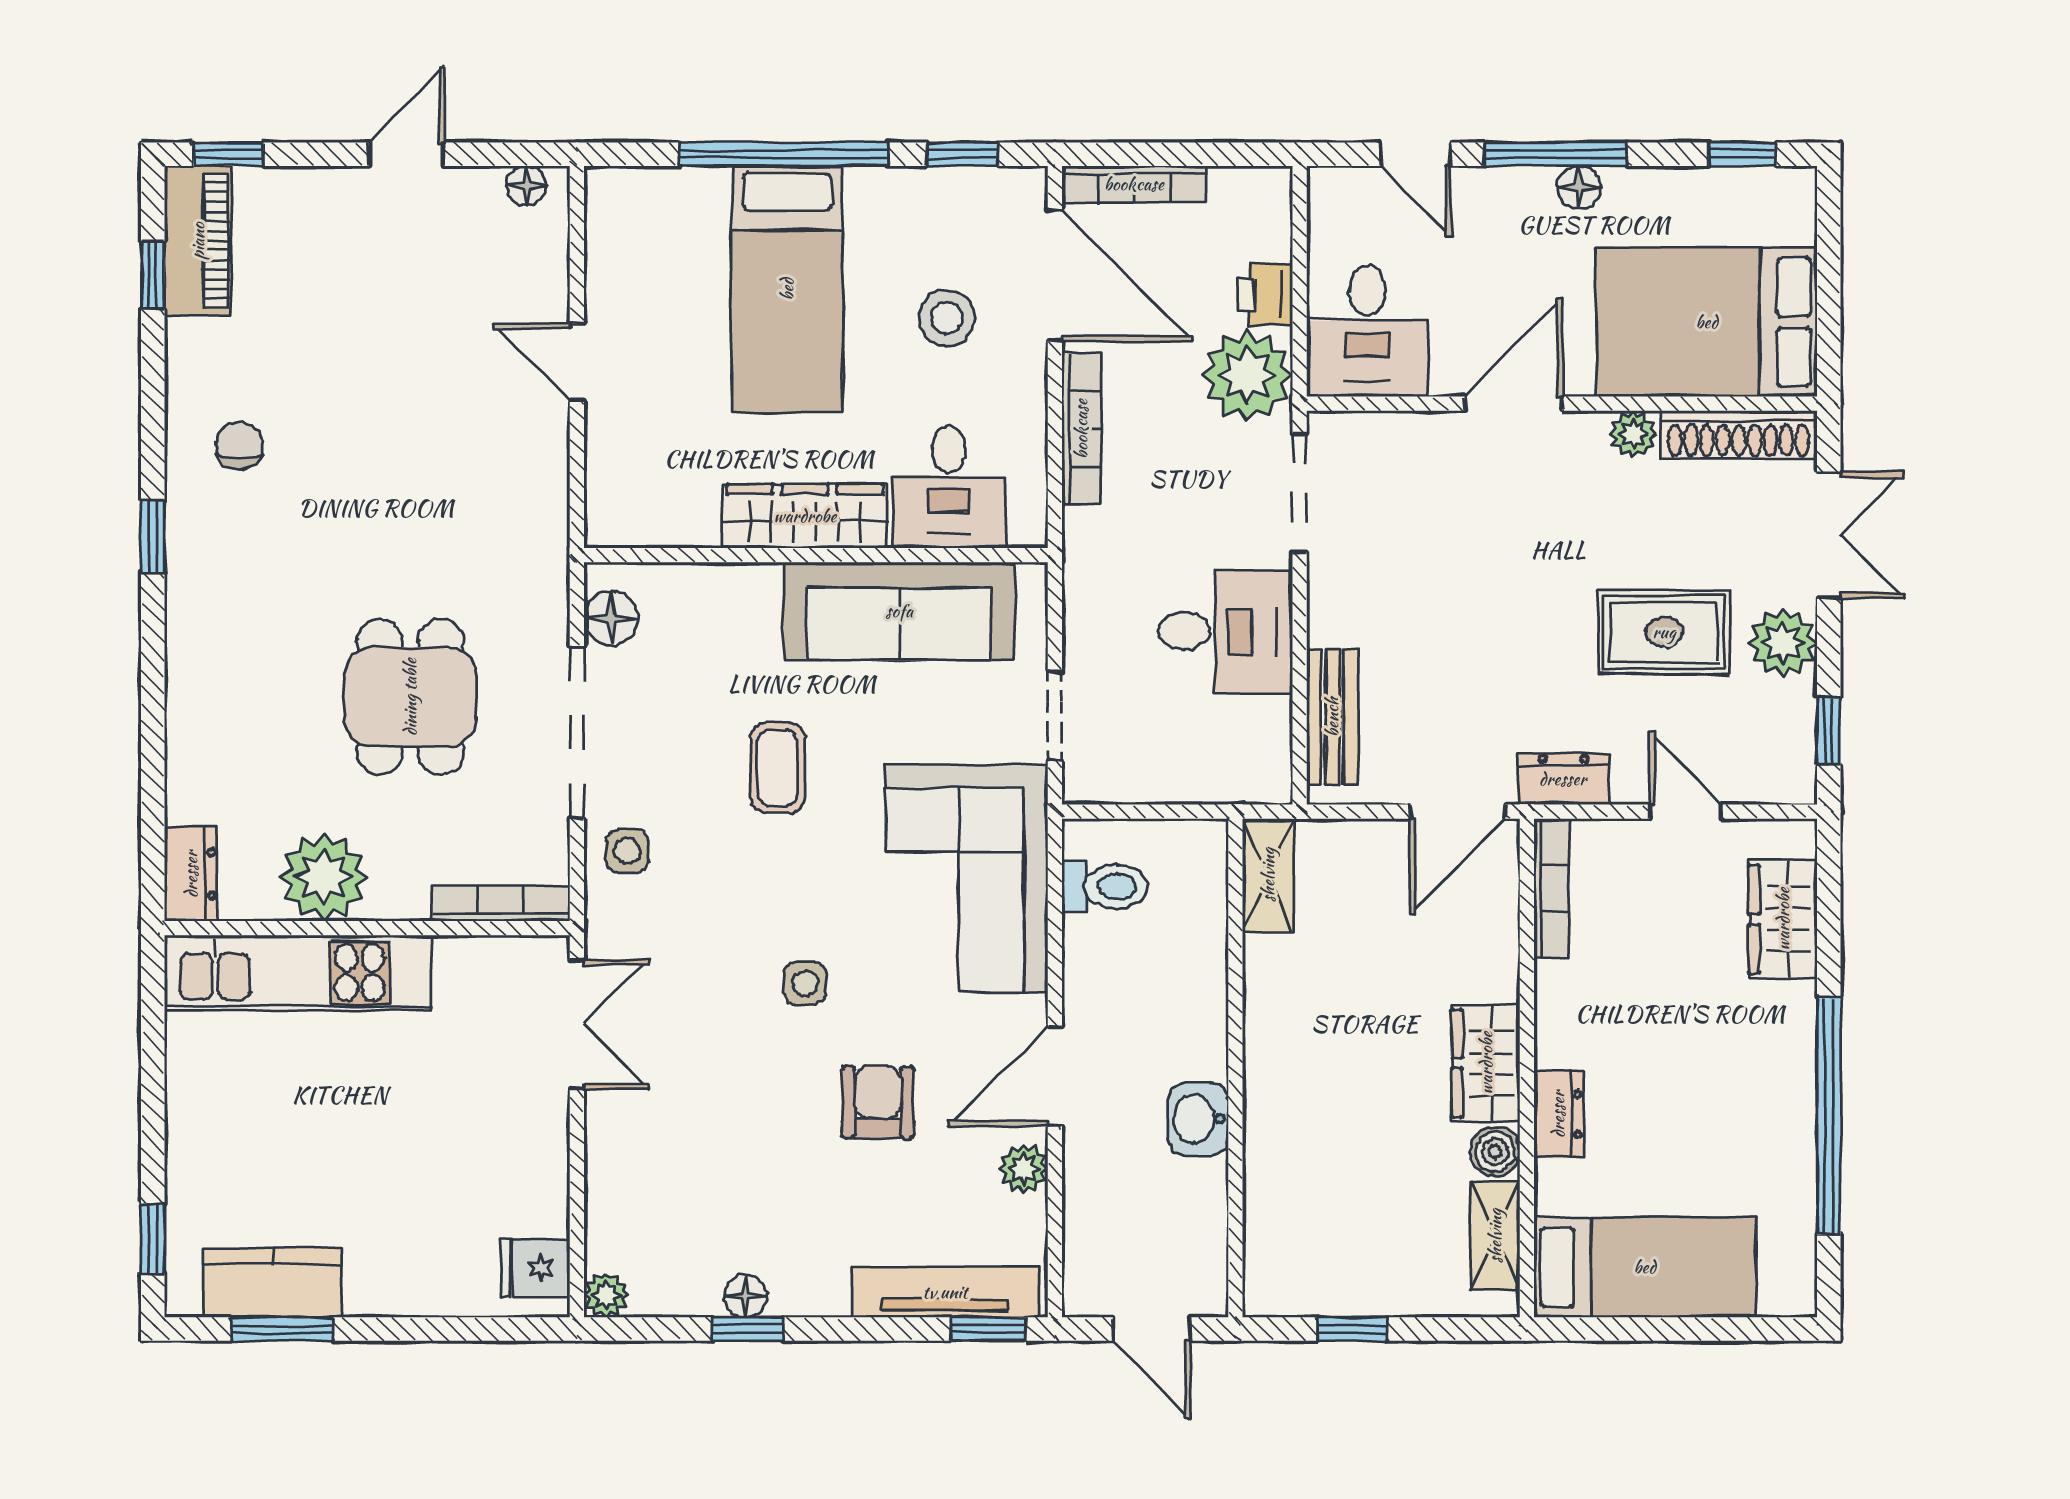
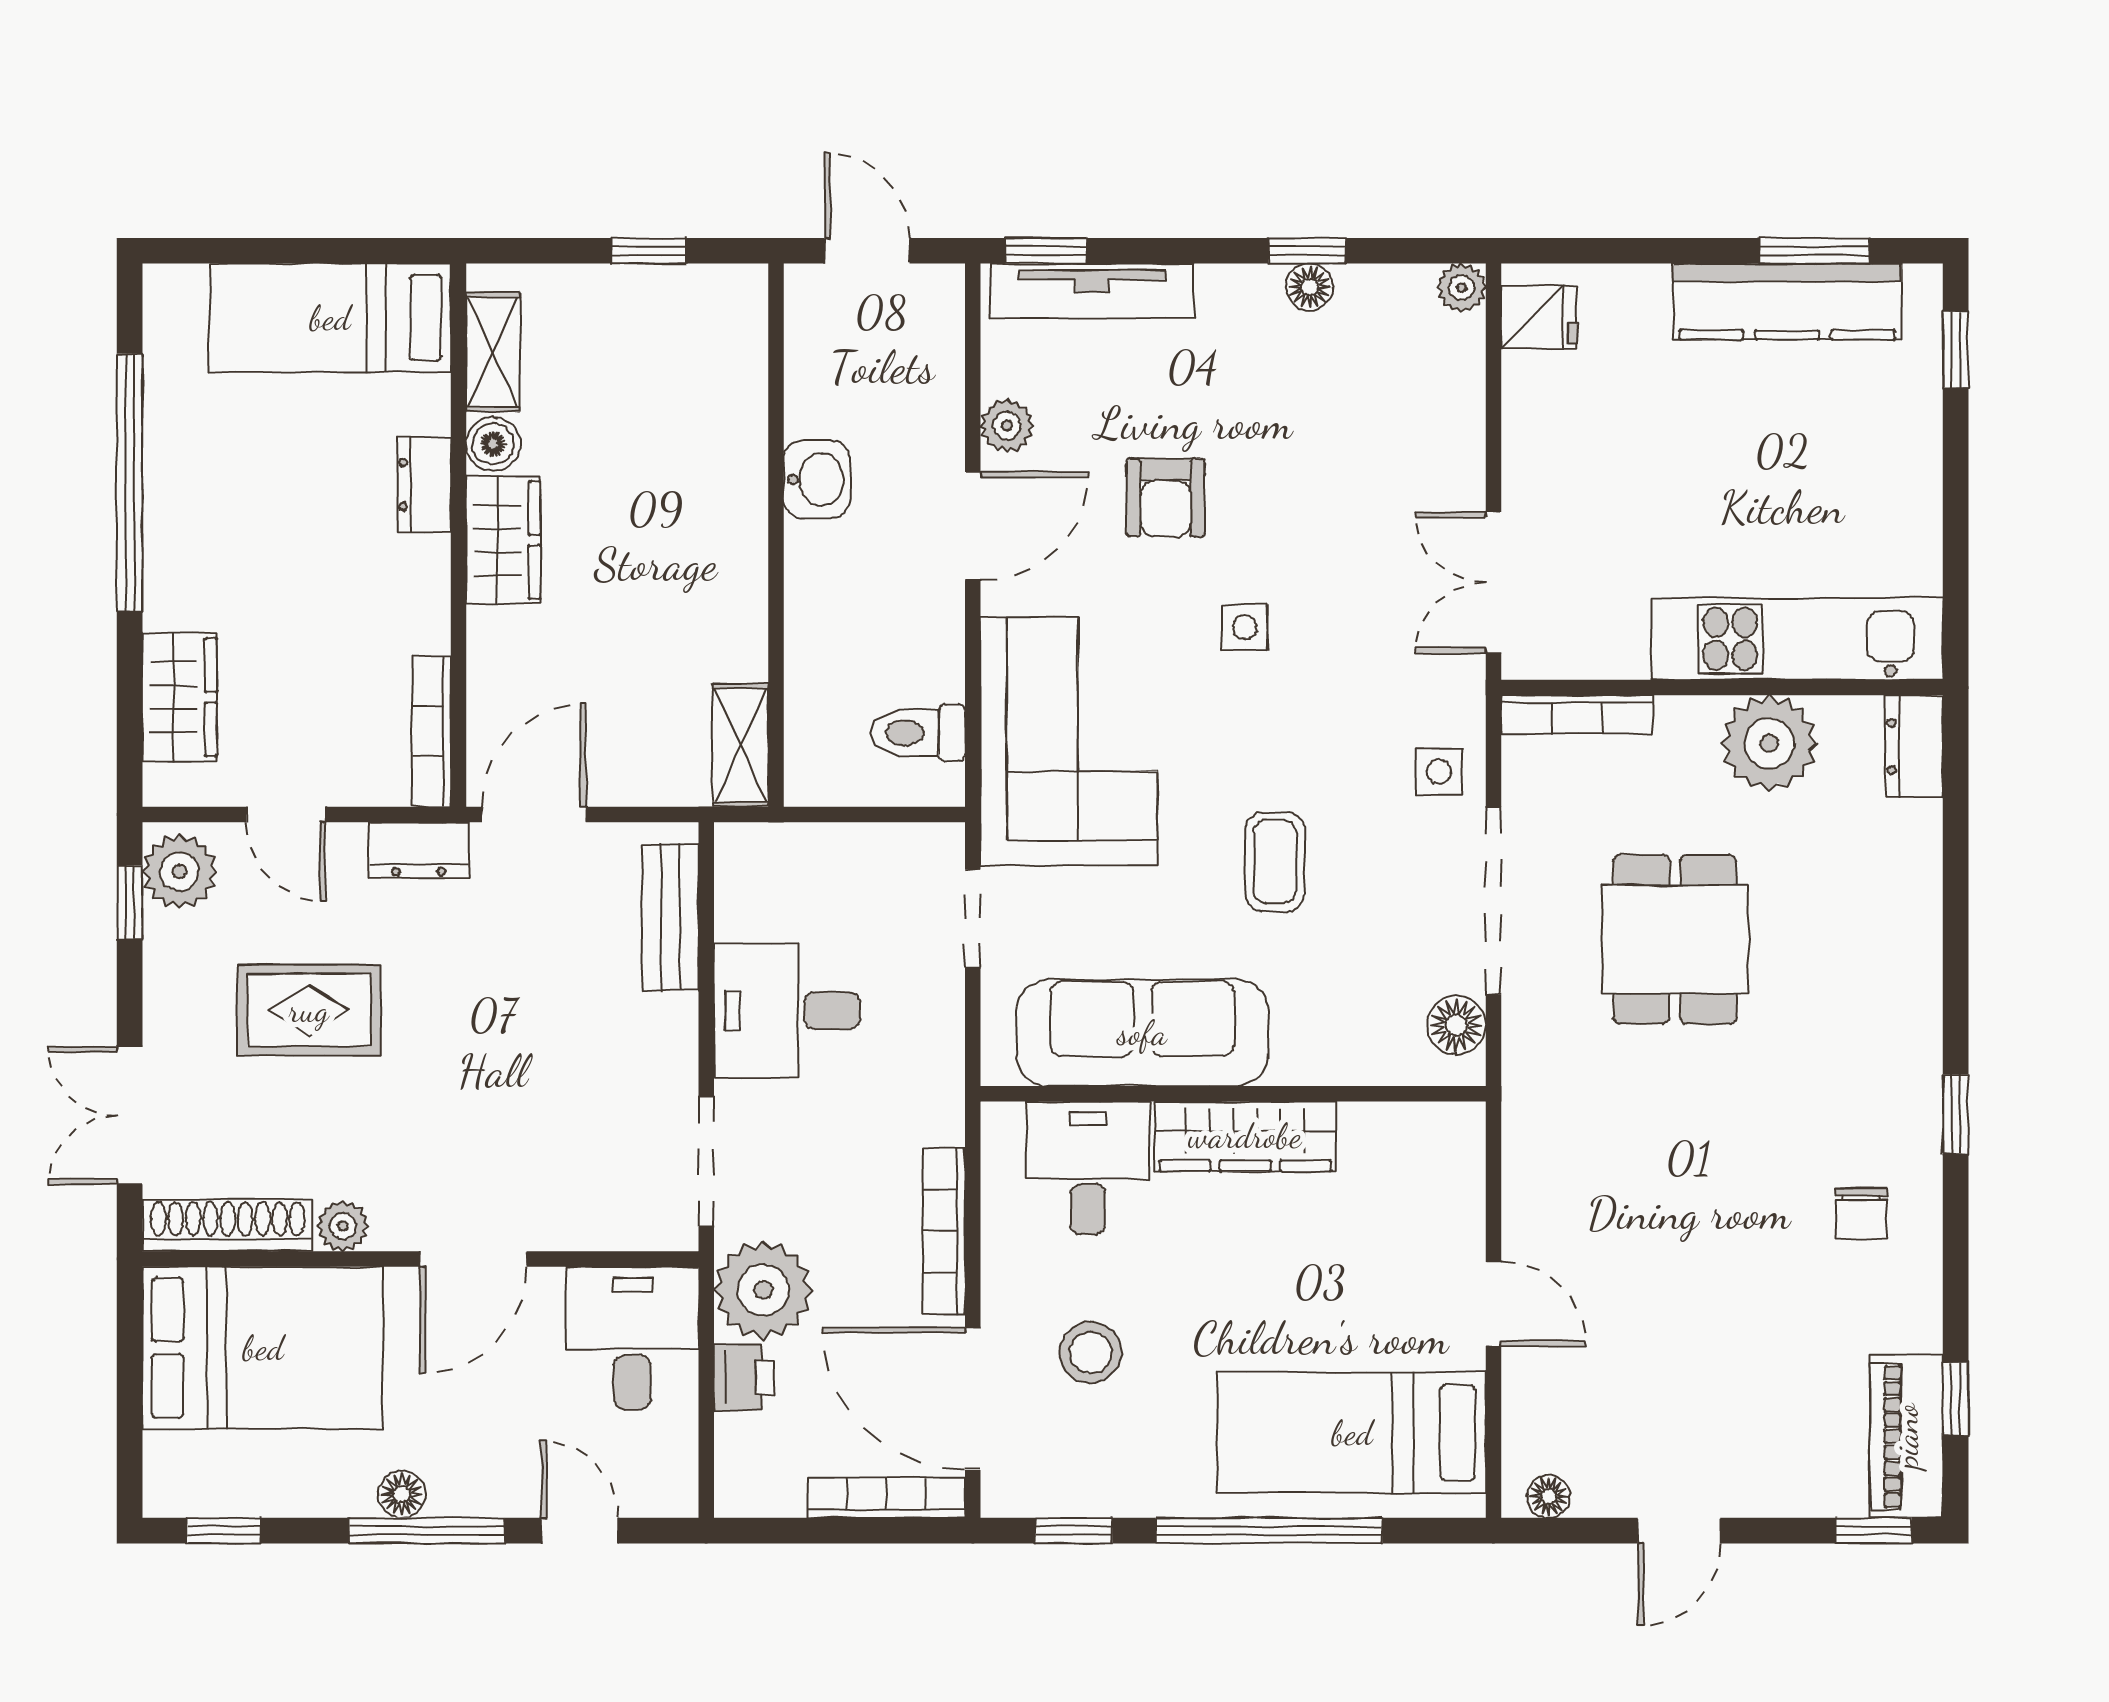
bed: (787, 289) -> (1352, 1433), moved, turned -90
plant: (1783, 643) -> (179, 872), moved
kitchen counter: (272, 1282) -> (1787, 301), width x1.50

